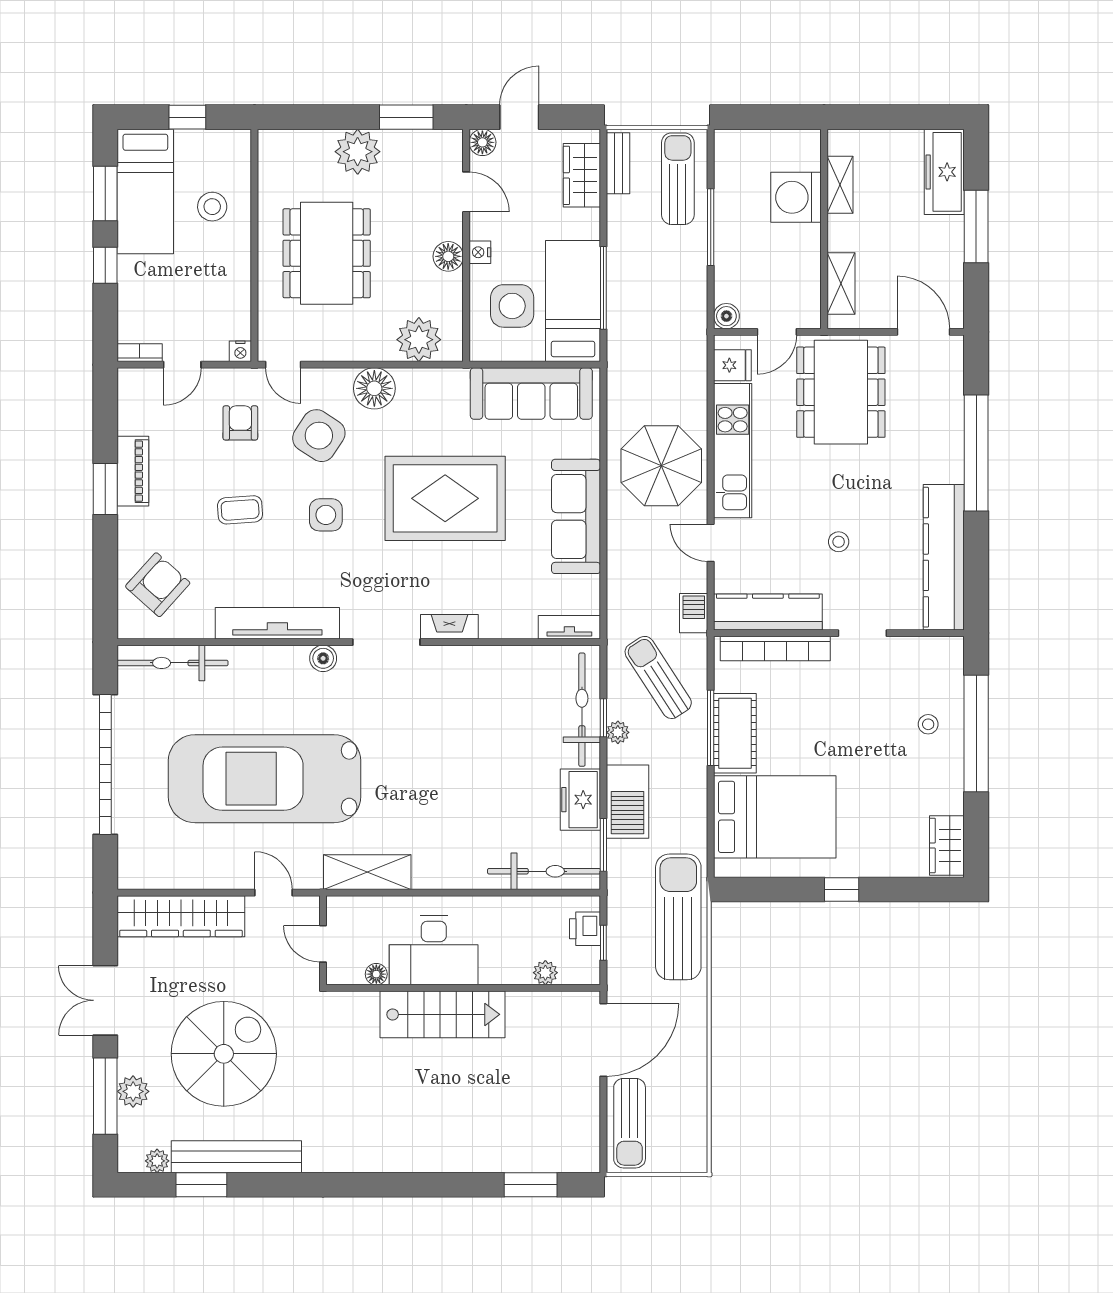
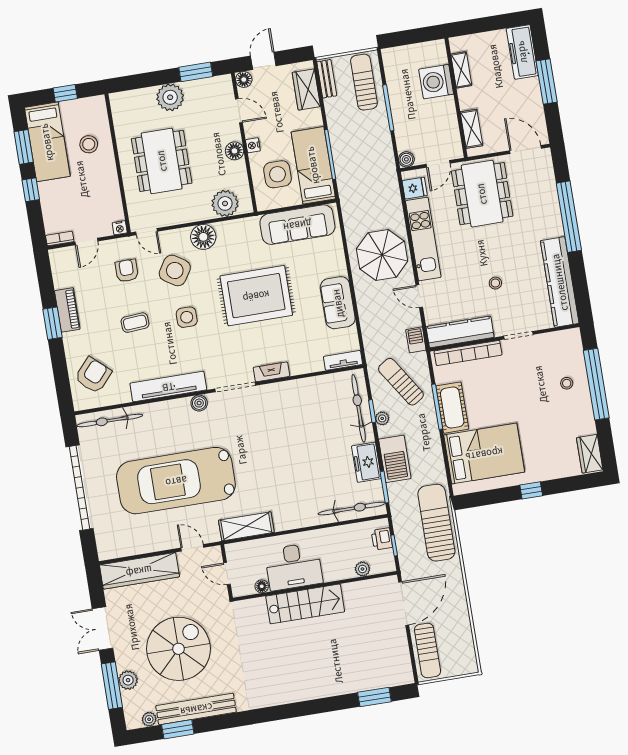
sofa: (576, 516) -> (338, 303), width x0.73

